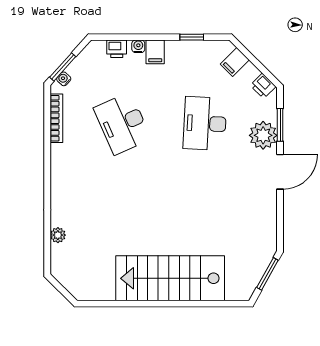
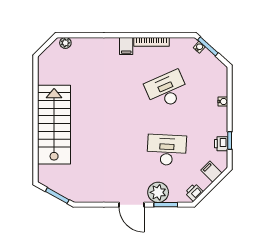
printer: (117, 49) -> (221, 144), moved
filing cabinet: (155, 52) -> (126, 46), moved, turned -90
bookcase: (56, 118) -> (152, 42), moved
plant: (58, 235) -> (65, 43), moved

